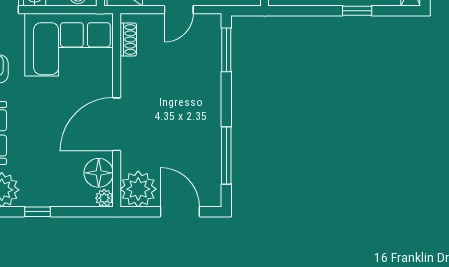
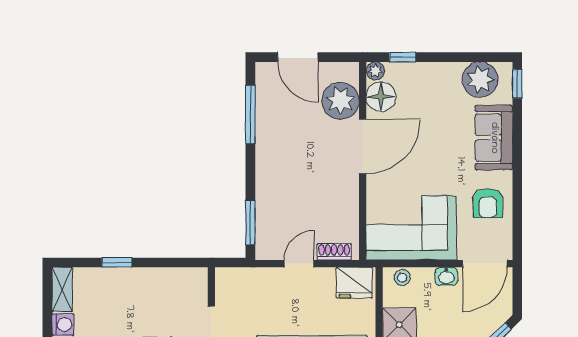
shoe rack: (128, 40) -> (334, 252), moved, turned 90
plant: (138, 189) -> (341, 101), moved
window: (37, 212) -> (403, 57), moved

